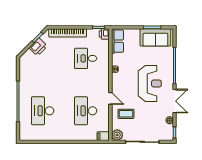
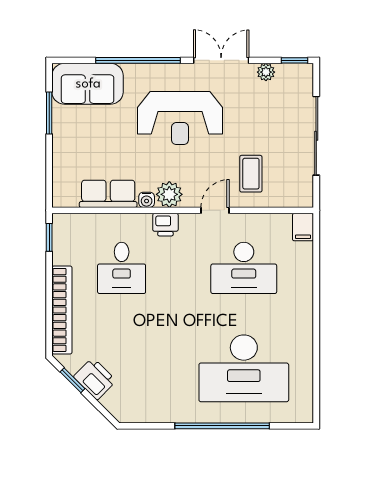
printer: (104, 34) -> (165, 225), moved
sofa: (155, 37) -> (88, 84), moved, turned 90
row of seats: (117, 41) -> (108, 194), moved
reception desk: (150, 83) -> (180, 118), turned 180
desk: (43, 111) -> (244, 368), width x1.36, depth x1.30
plant: (117, 135) -> (169, 194), moved

